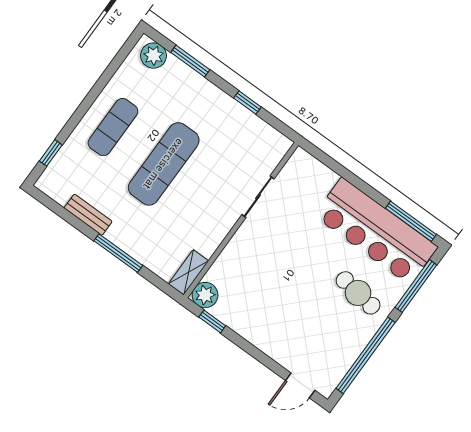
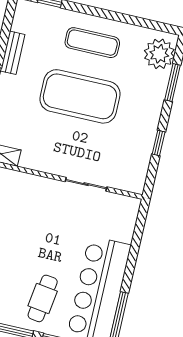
plant: (154, 56) -> (159, 54), width x1.36, depth x1.36
exercise mat: (164, 164) -> (80, 96), width x1.47

